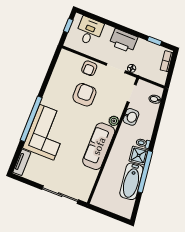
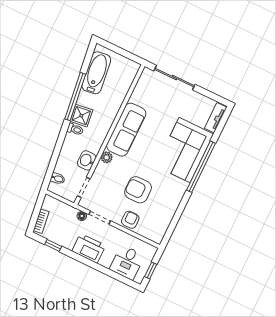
armchair: (84, 95) -> (138, 190), turned 90
bathtub: (131, 181) -> (96, 73), moved

